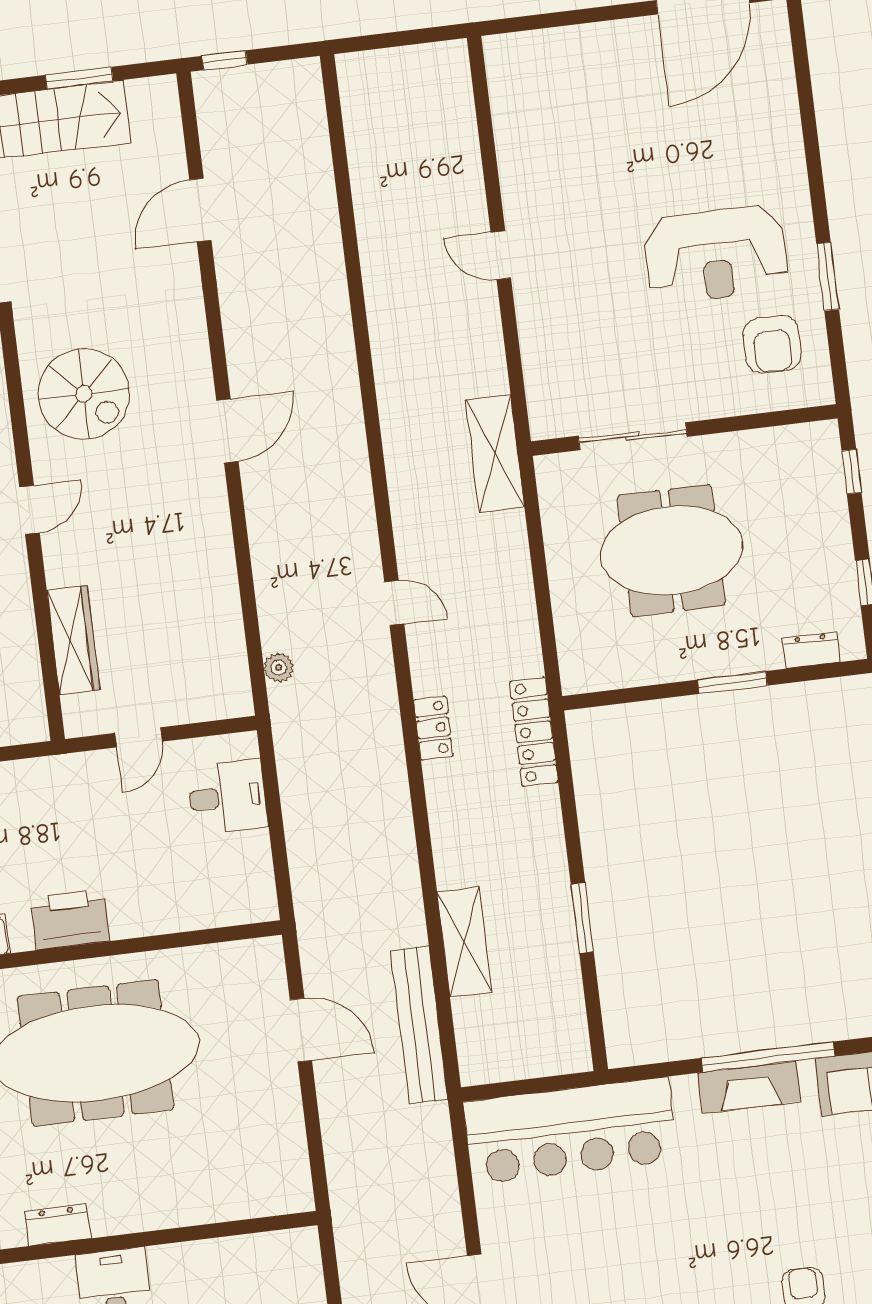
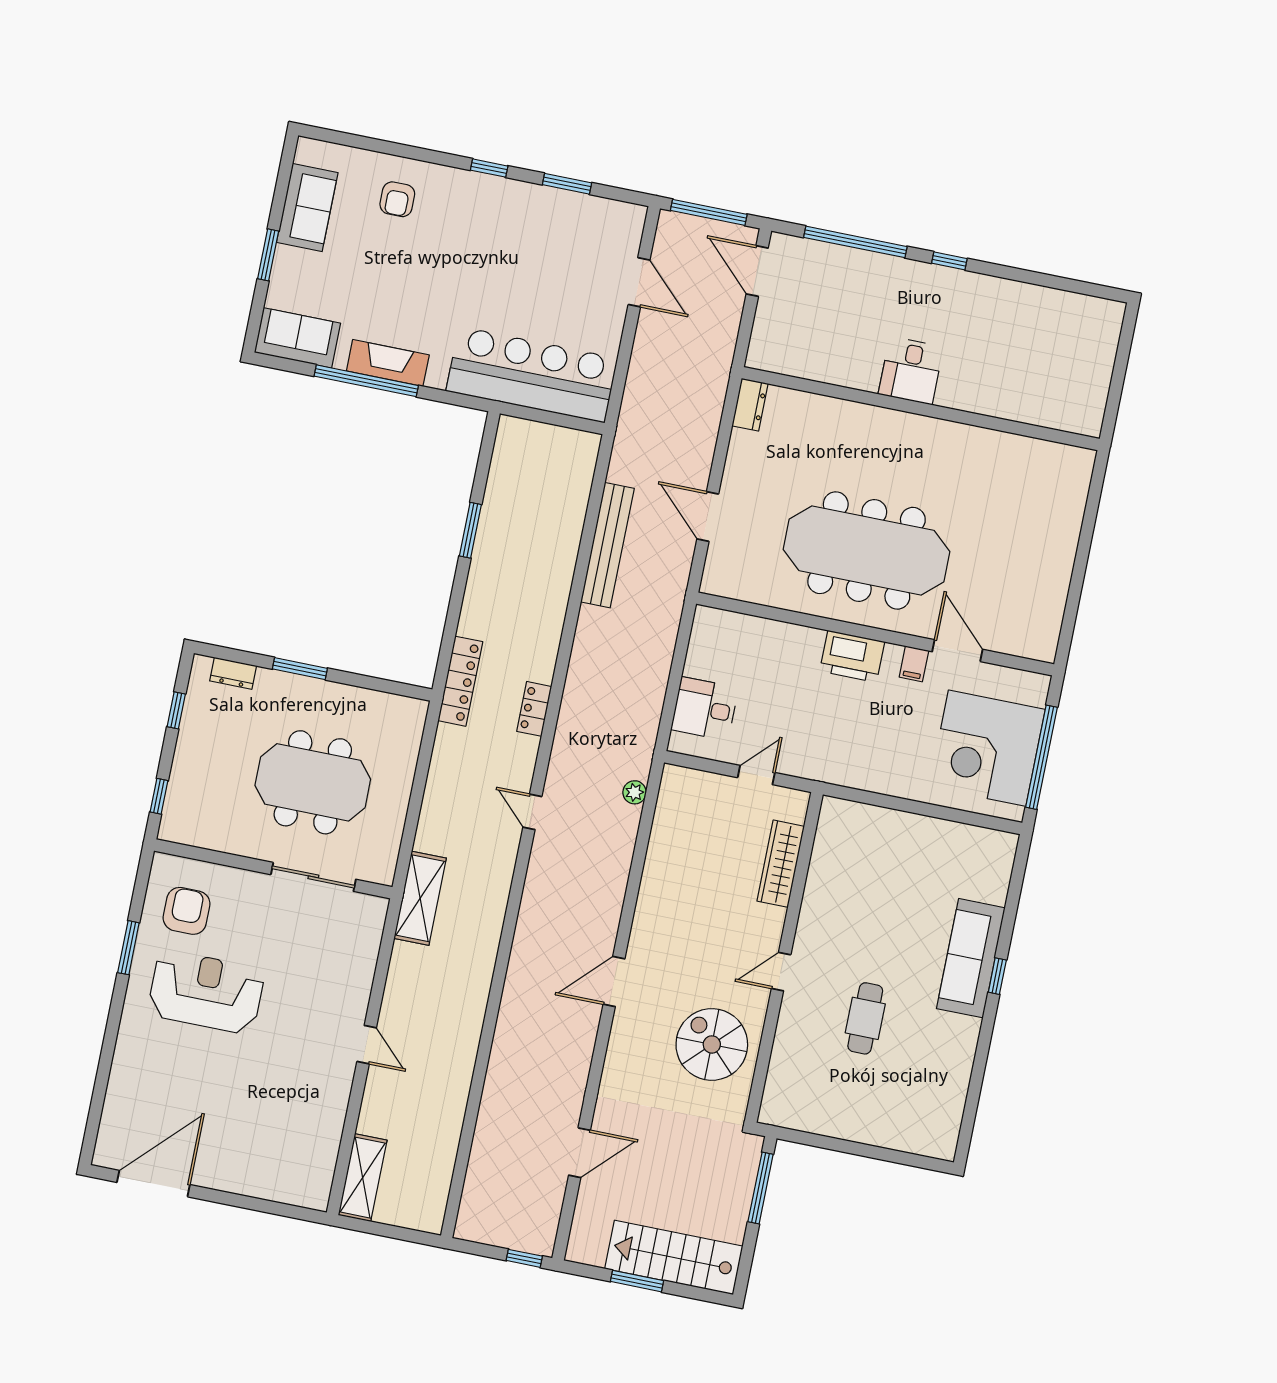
shelving: (464, 942) -> (363, 1178), moved
bench: (419, 1025) -> (607, 545), moved
dresser: (58, 1225) -> (750, 405), moved, turned -90

